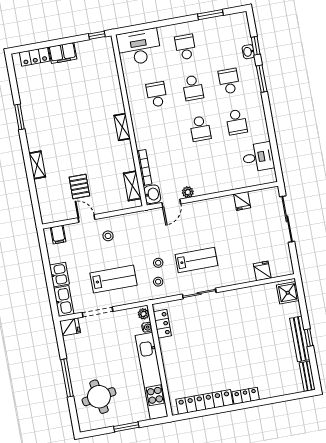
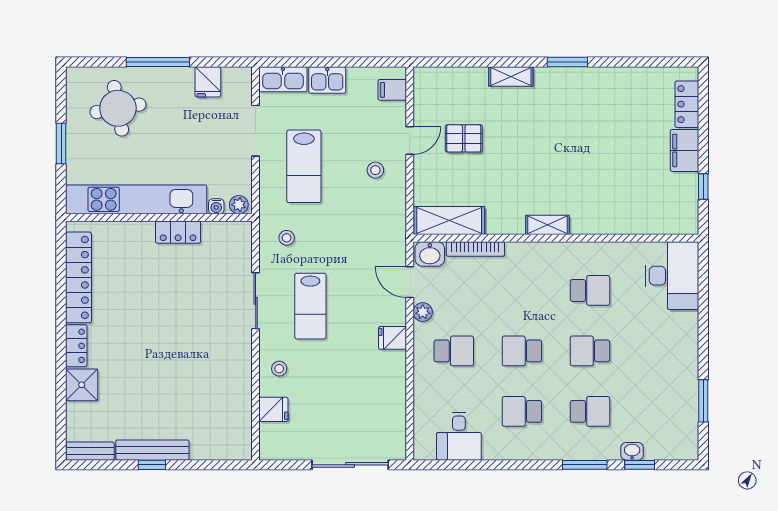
window: (97, 35) -> (703, 186), moved
school desk: (185, 47) -> (454, 351), moved
window: (20, 117) -> (567, 62), moved
shelving: (132, 186) -> (449, 221), width x1.50, depth x1.33
fridge: (242, 201) -> (392, 338), moved
stool: (158, 263) -> (279, 369), moved
shower: (288, 293) -> (82, 385), moved
locker: (162, 324) -> (178, 232), moved
fridge: (70, 327) -> (208, 82), moved

